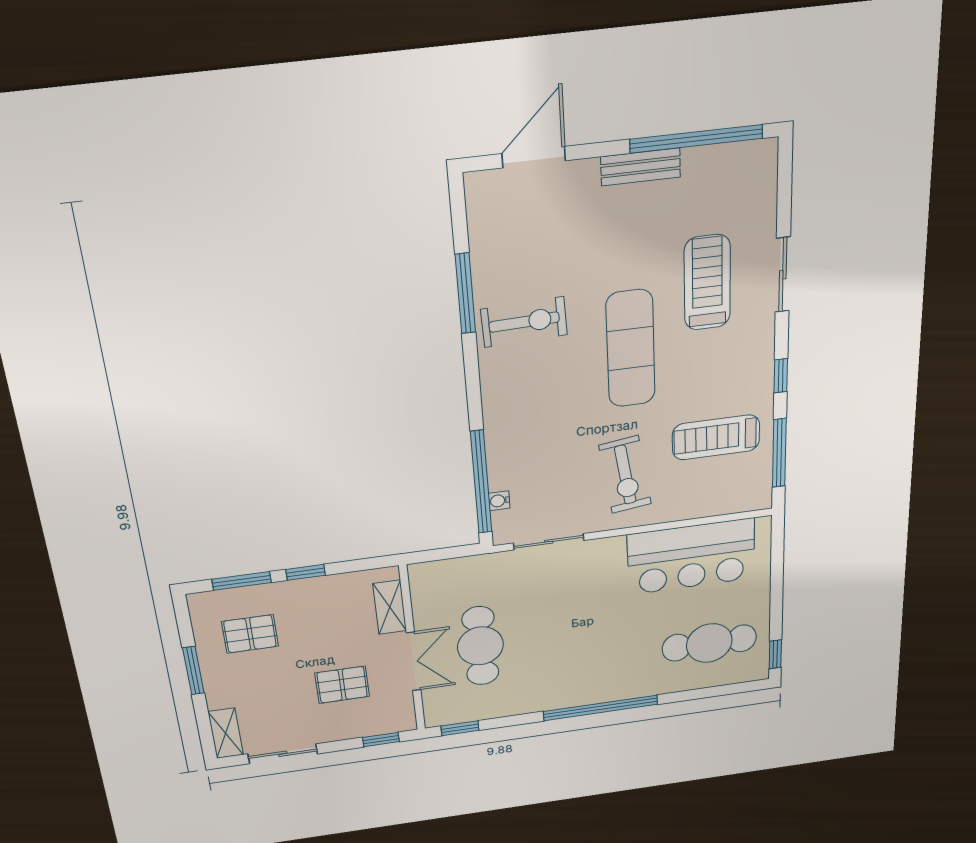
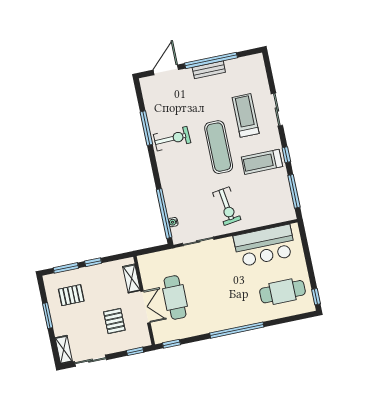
window: (696, 139) -> (211, 60), moved
treadmill: (716, 437) -> (262, 162), moved
pallet: (342, 685) -> (114, 321), turned 90

